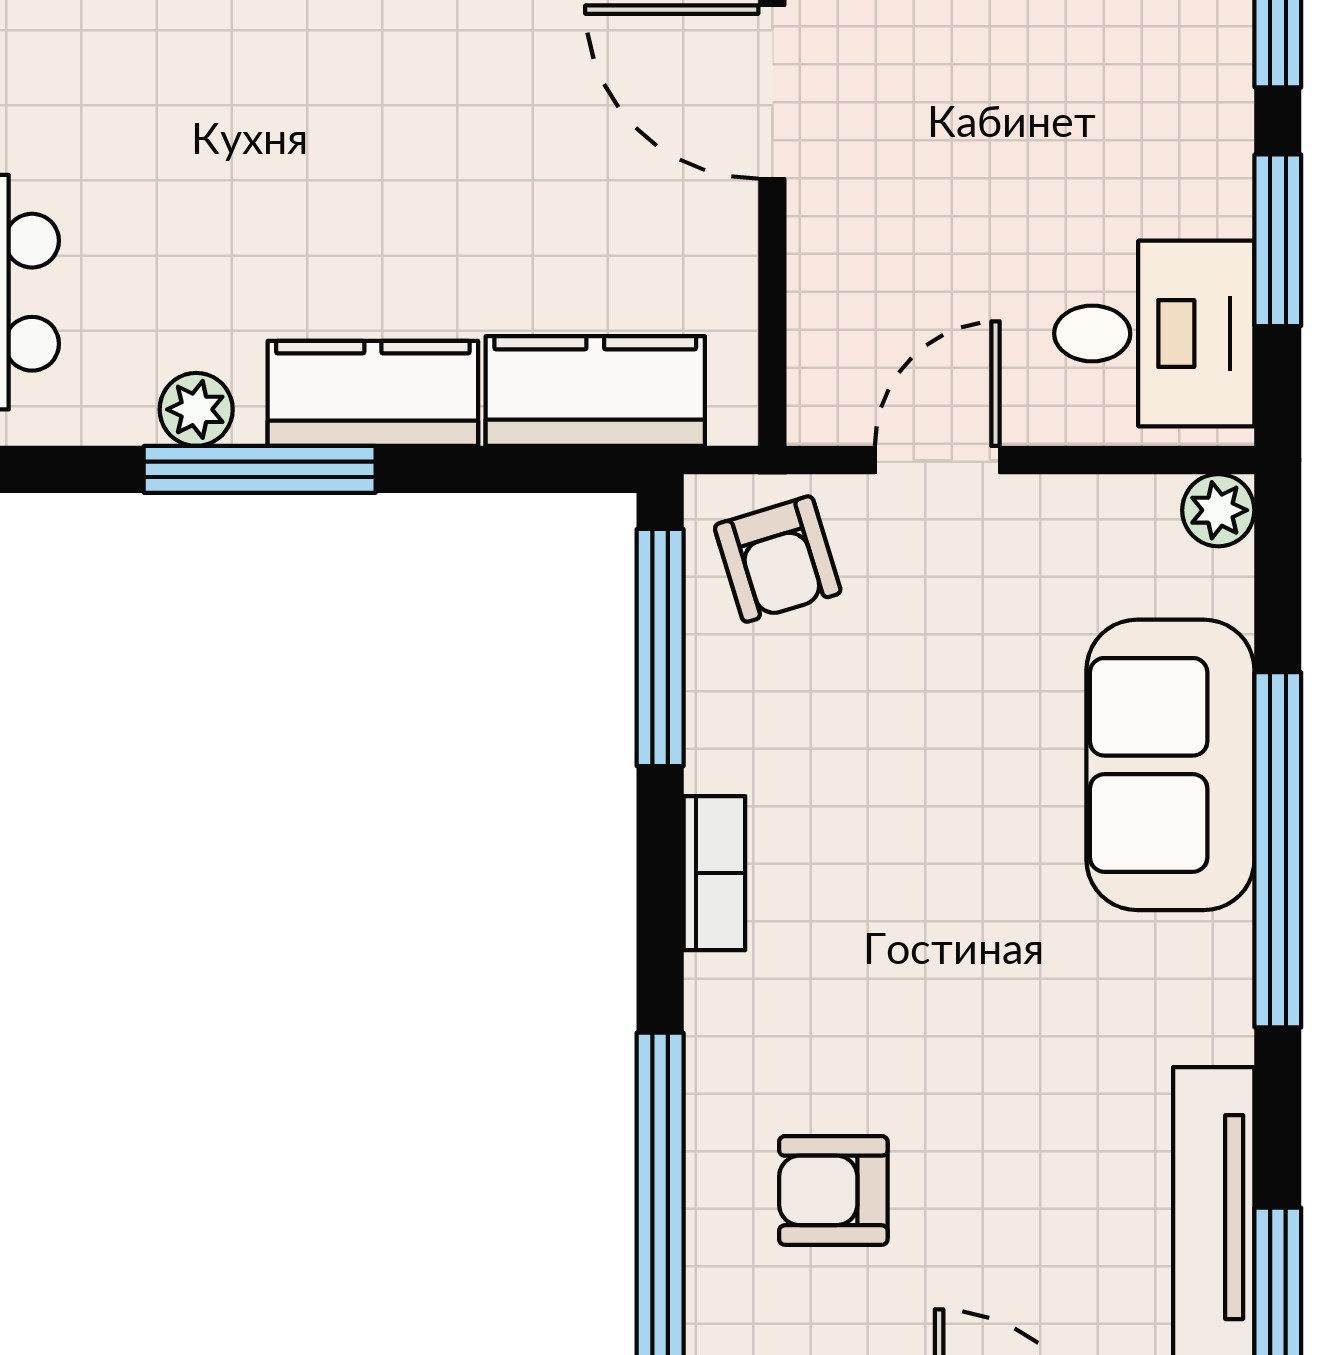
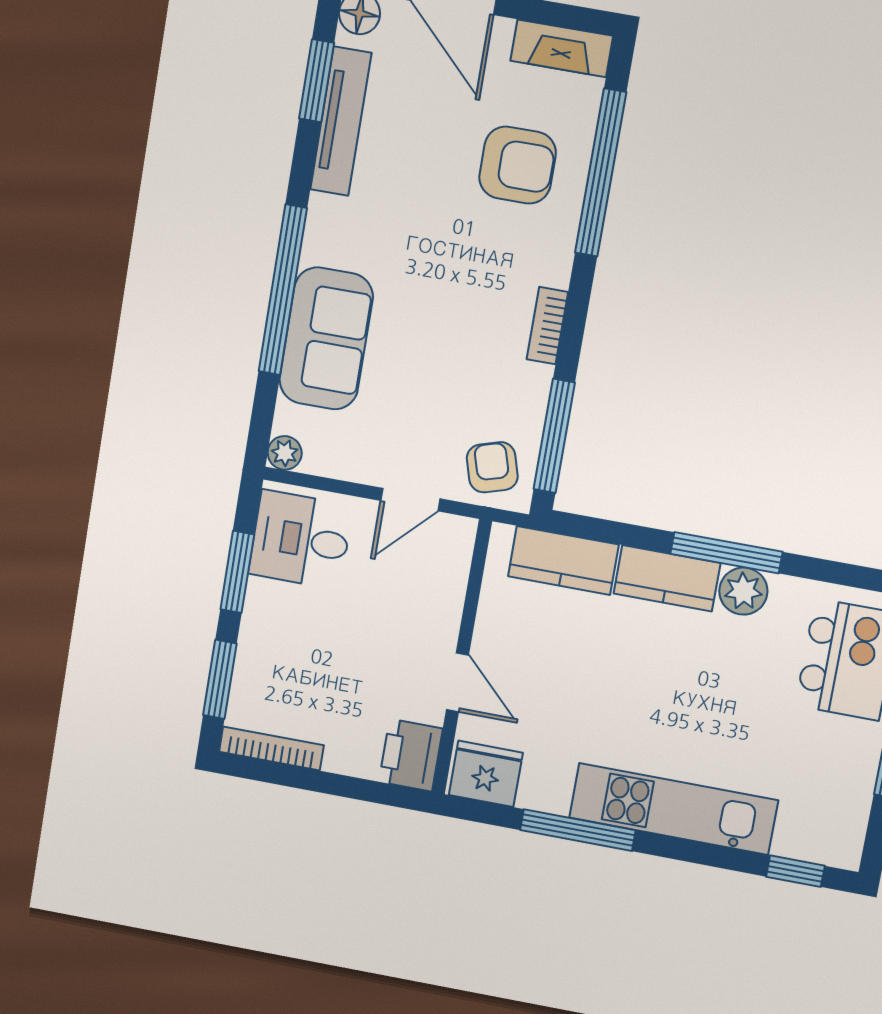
door: (772, 92) -> (457, 682), width x0.73
plant: (196, 409) -> (743, 591), width x1.38, depth x1.38
armchair: (833, 1190) -> (518, 165), width x1.38, depth x1.38

